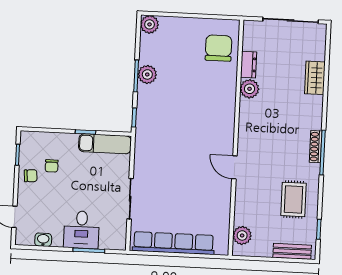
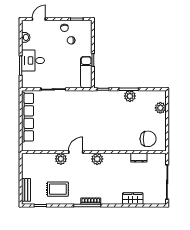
plant: (150, 24) -> (160, 108), moved
plant: (250, 89) -> (97, 159), moved
plant: (242, 235) -> (61, 159), moved

